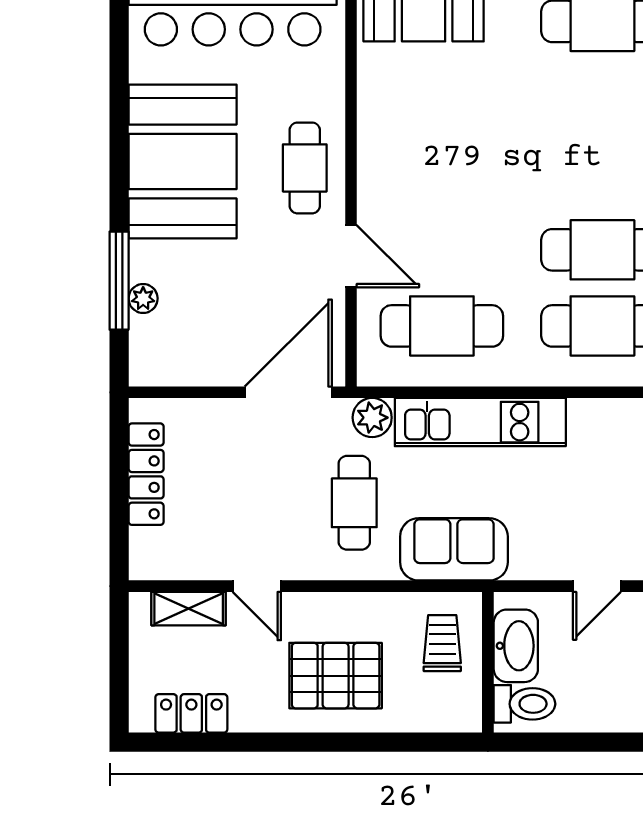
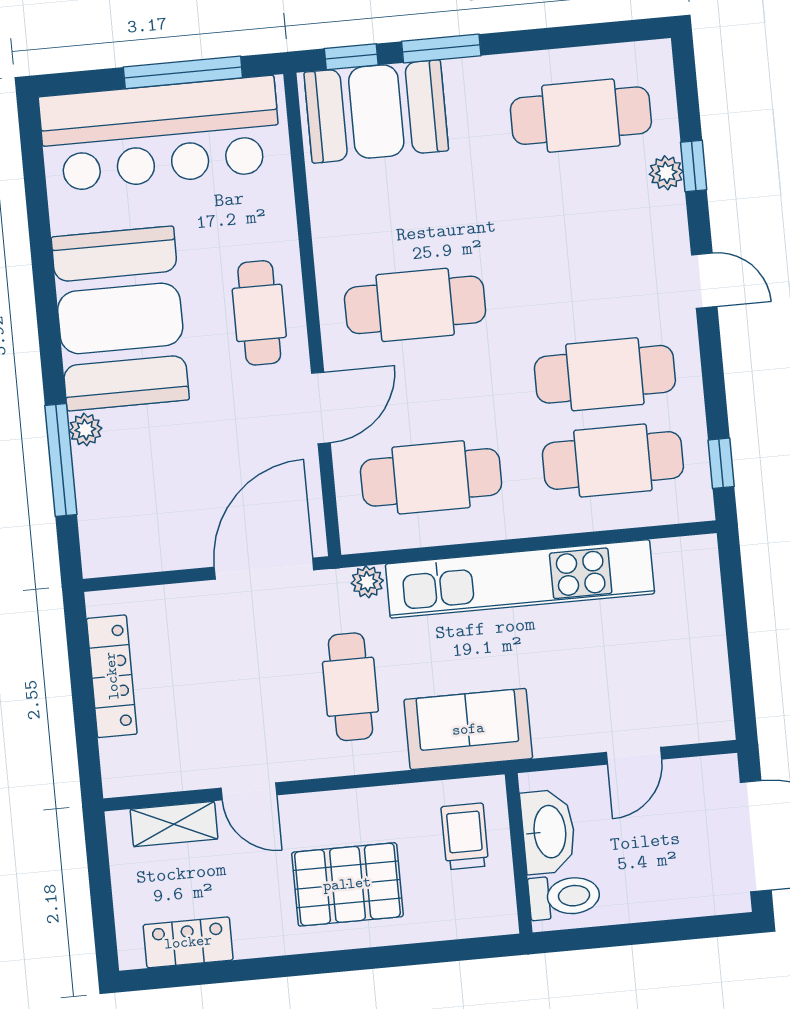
cafe table: (442, 174) -> (415, 305), added
door: (351, 256) -> (321, 408), hinge flipped
plant: (143, 298) -> (85, 430), moved
plant: (372, 418) -> (367, 582), width x0.73, depth x0.73
kitchen unit: (480, 422) -> (520, 579), width x1.36

